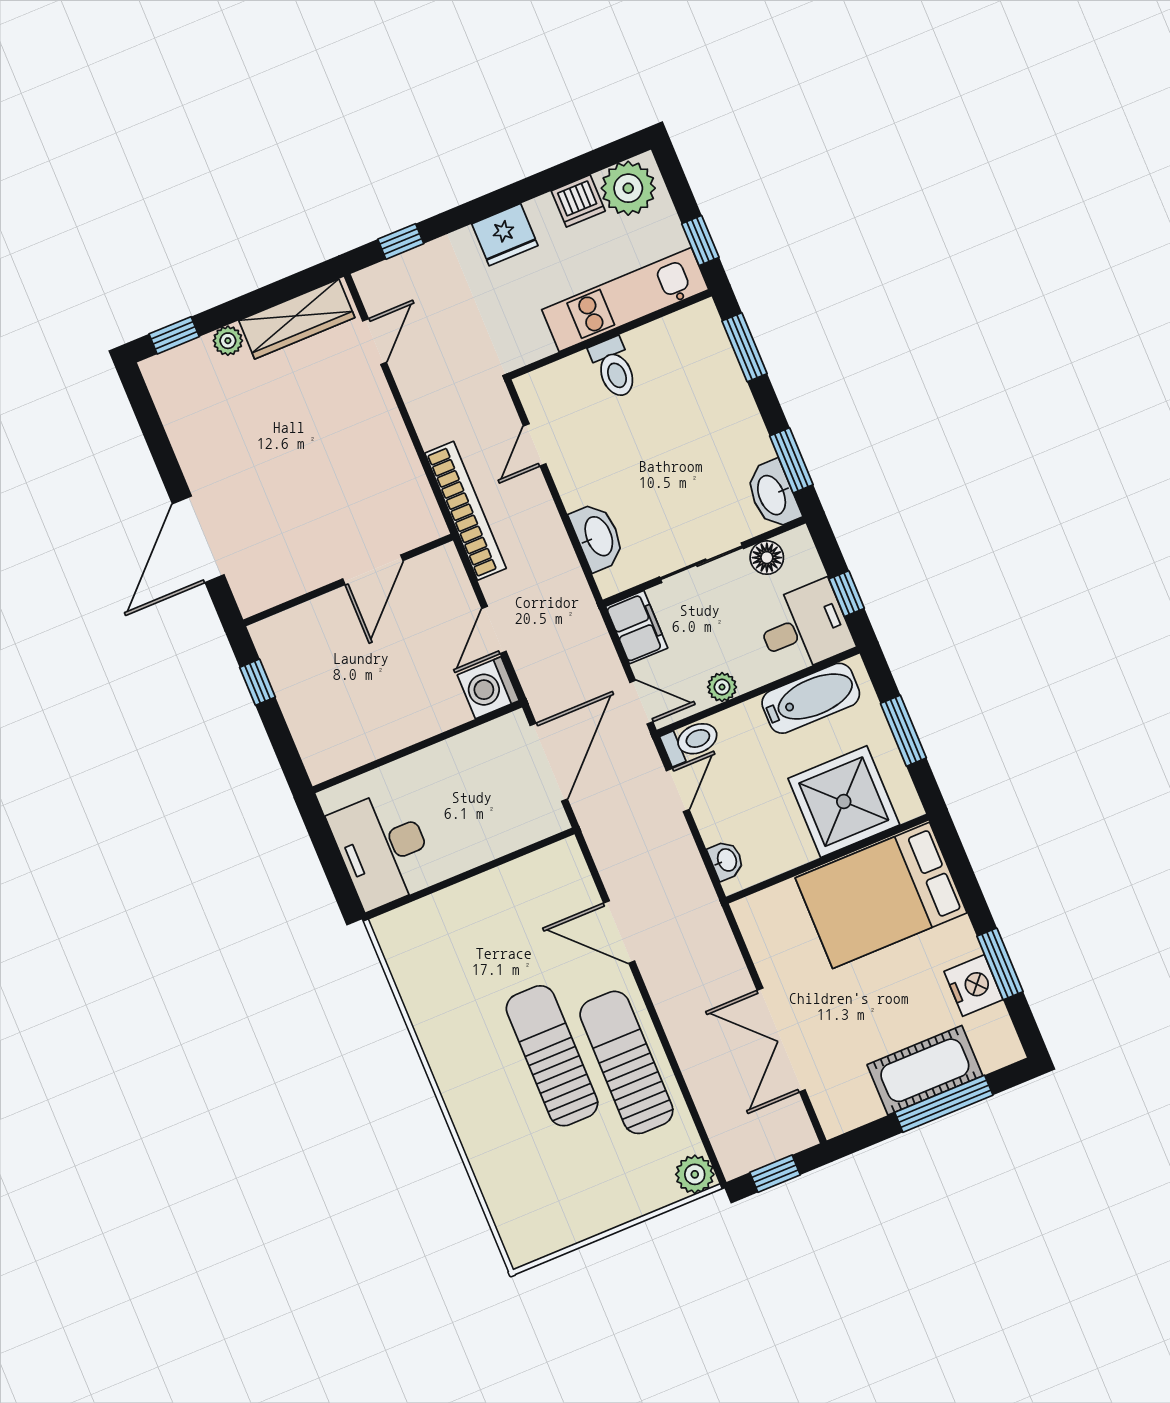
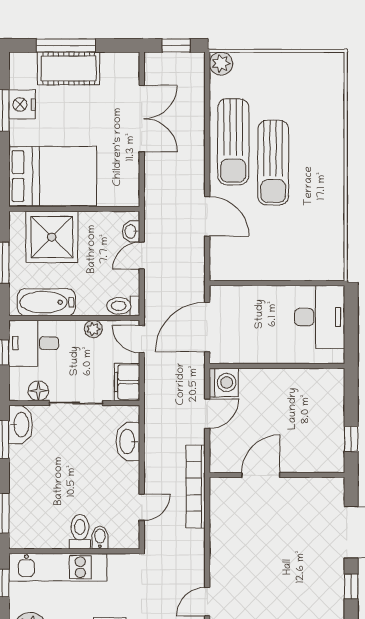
bidet: (579, 372) -> (100, 538), added
window: (164, 456) -> (351, 586), added
door: (678, 790) -> (142, 256), moved

